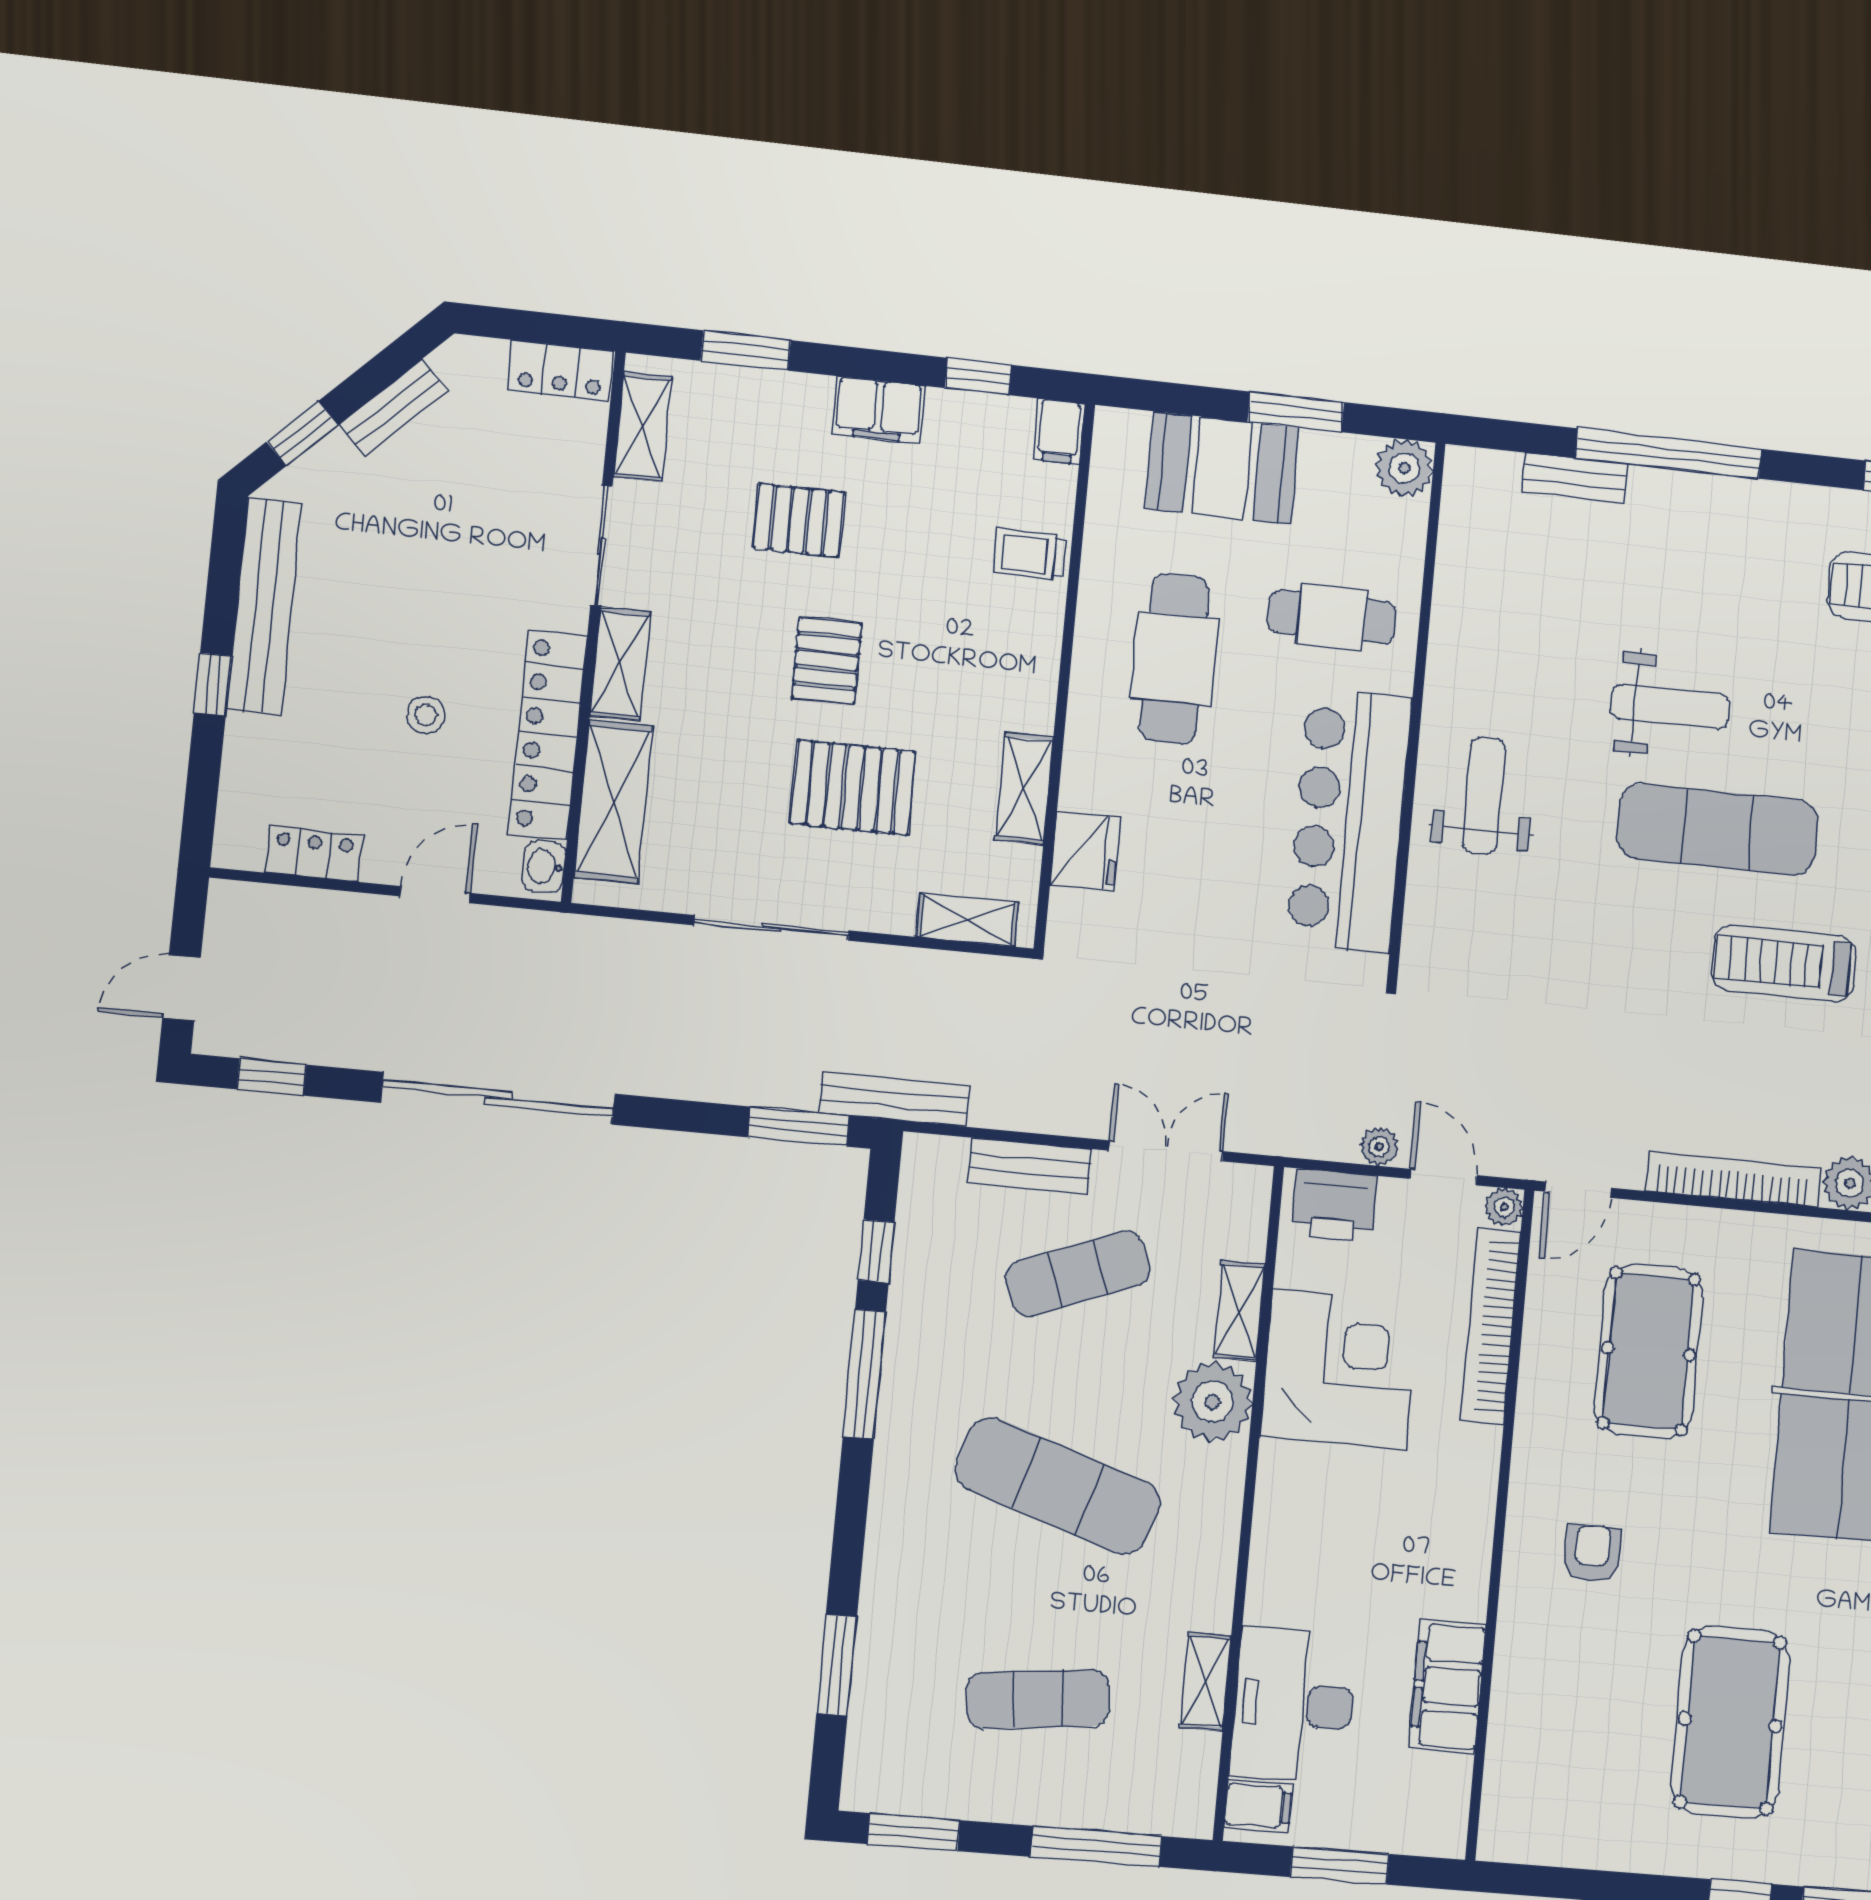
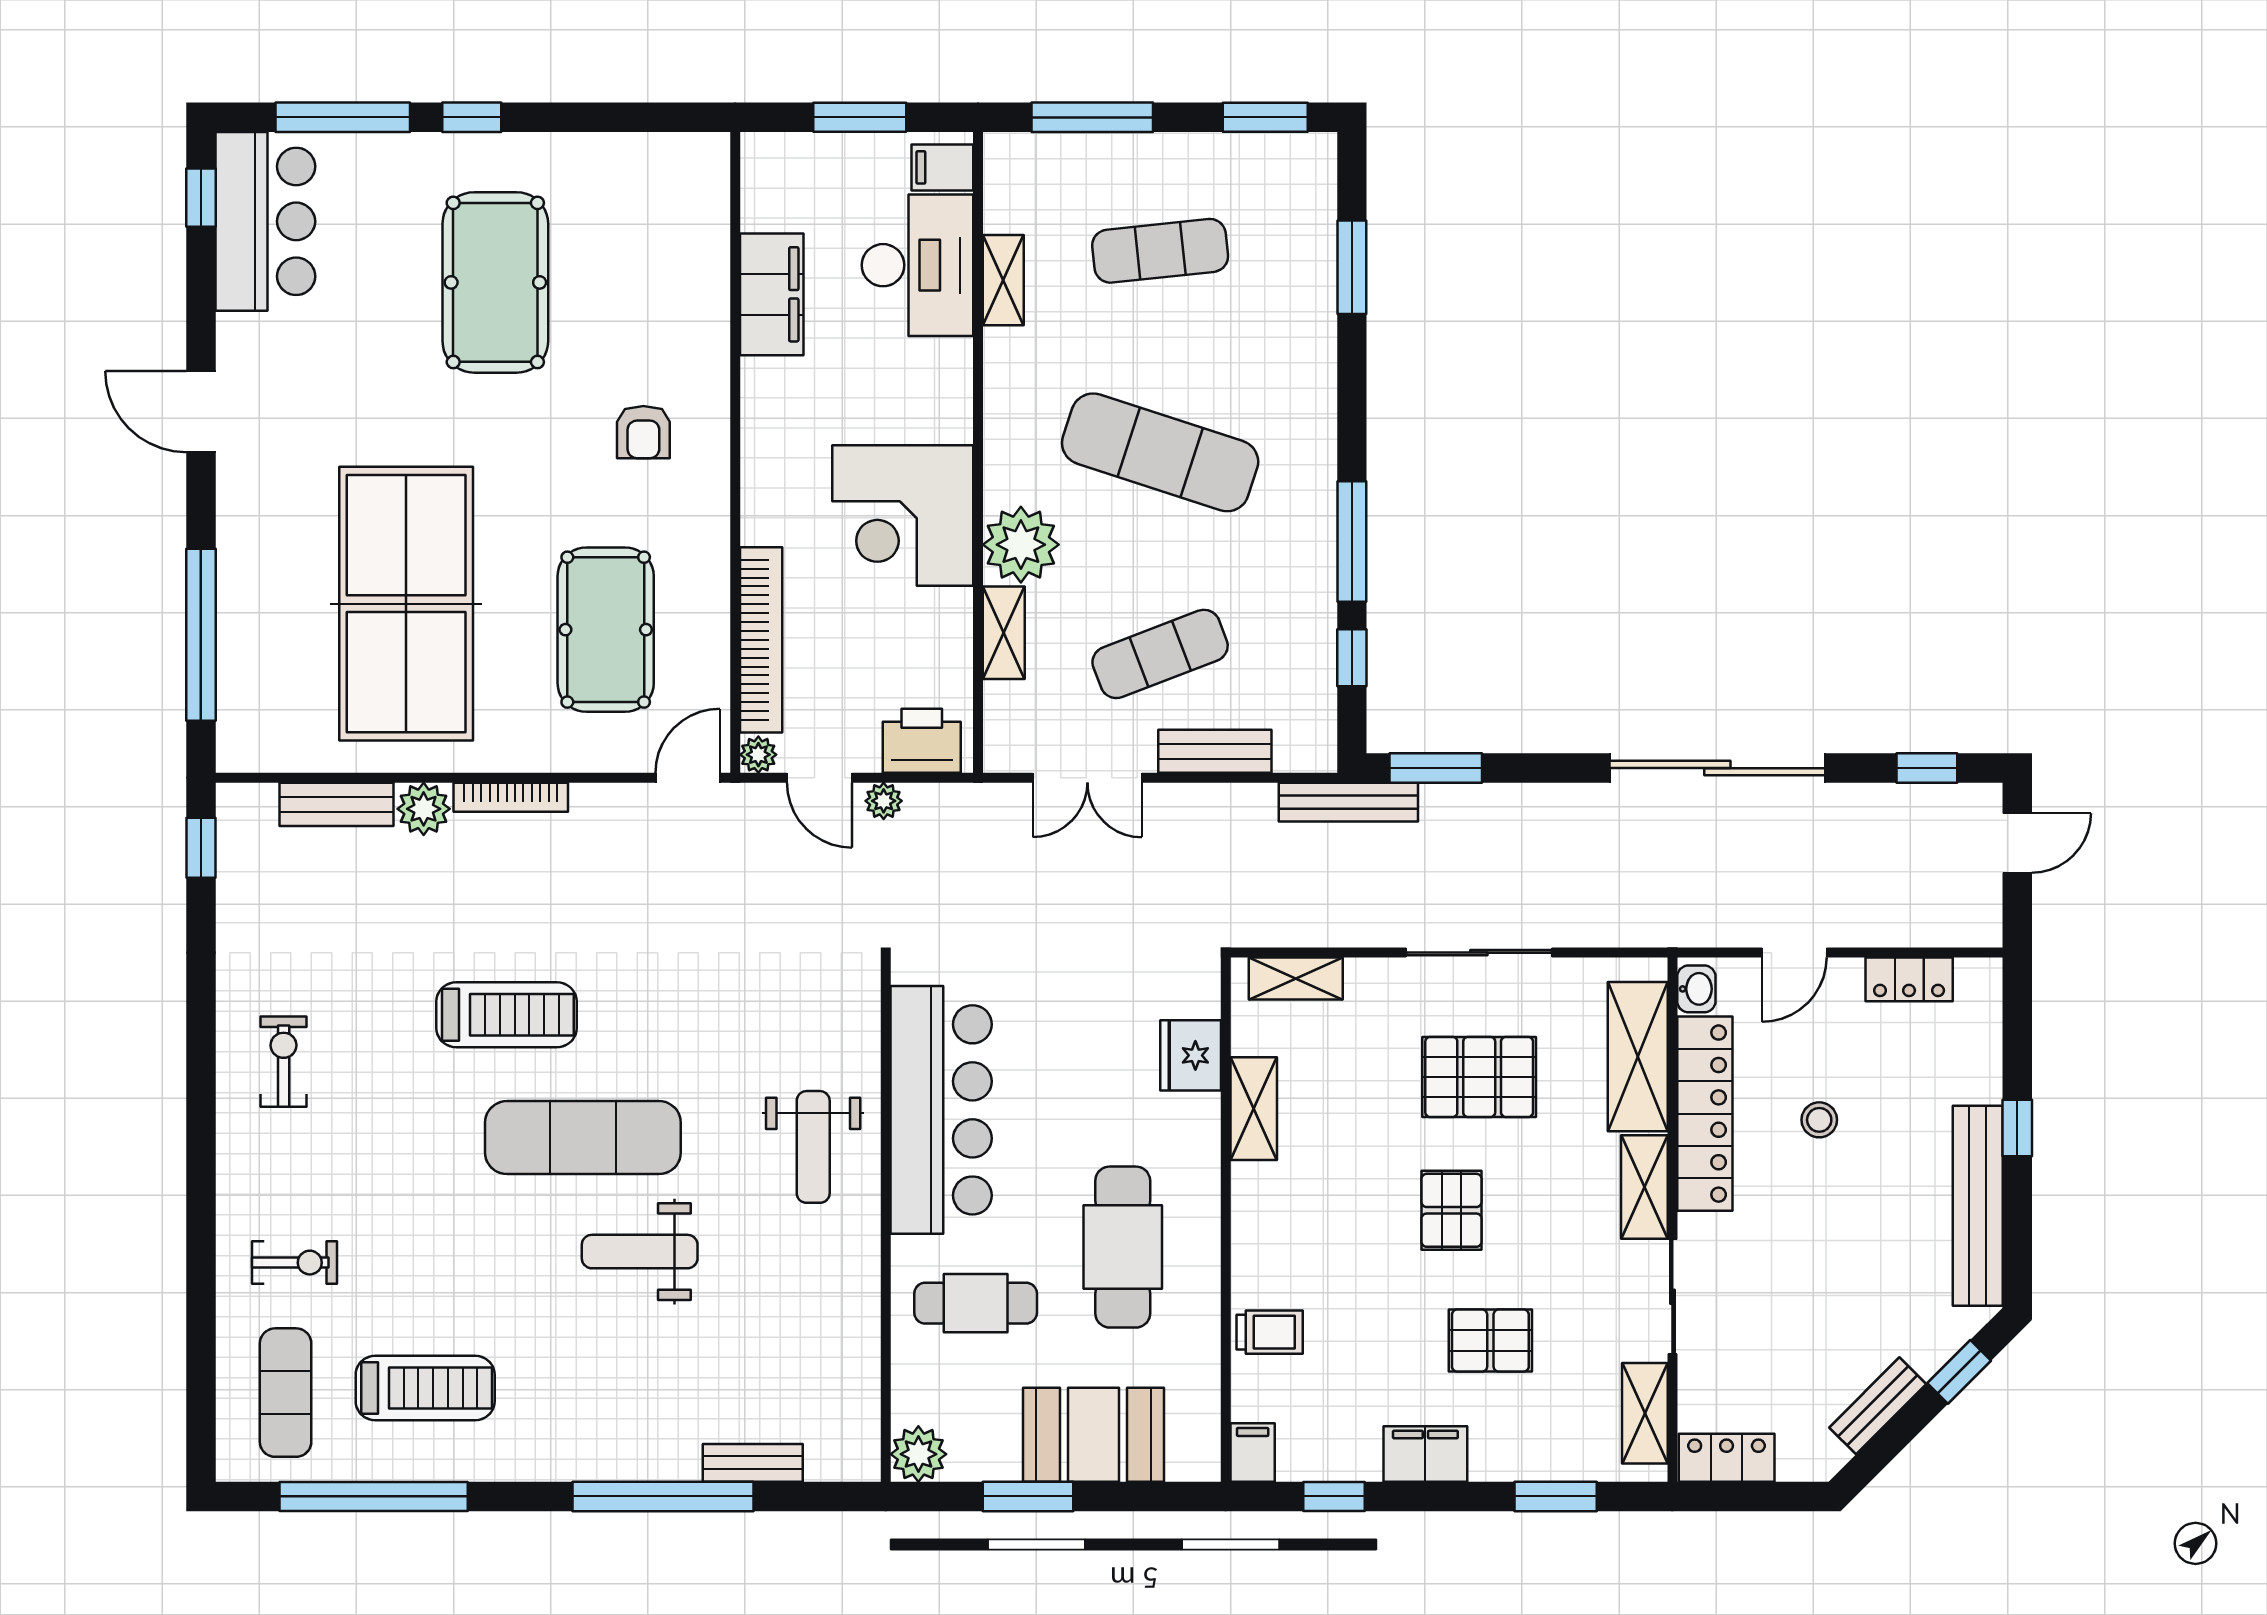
pallet: (853, 788) -> (1479, 1077), moved
bookcase: (1733, 1179) -> (511, 797), width x0.68, depth x0.76
corner desk: (1339, 1370) -> (903, 516), moved

